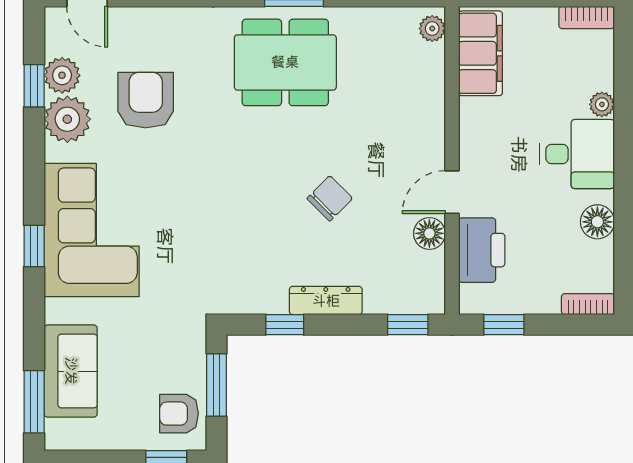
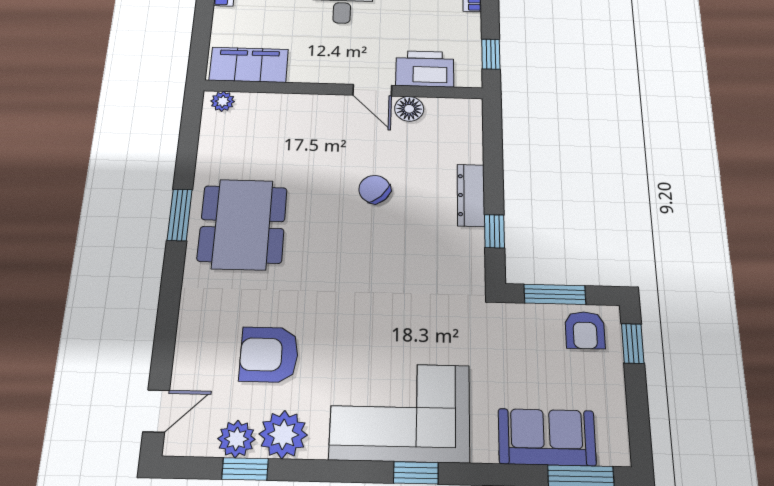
window: (408, 325) -> (492, 128), removed

